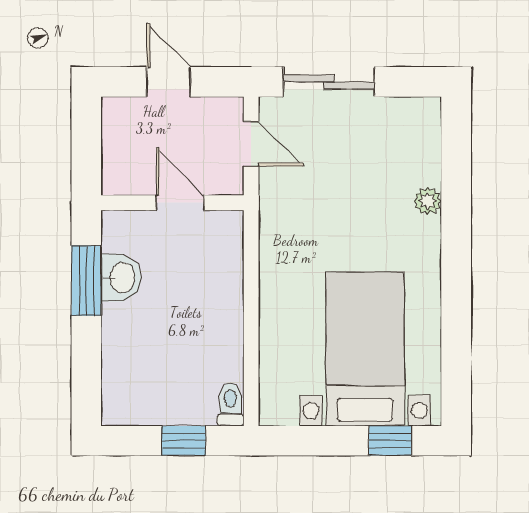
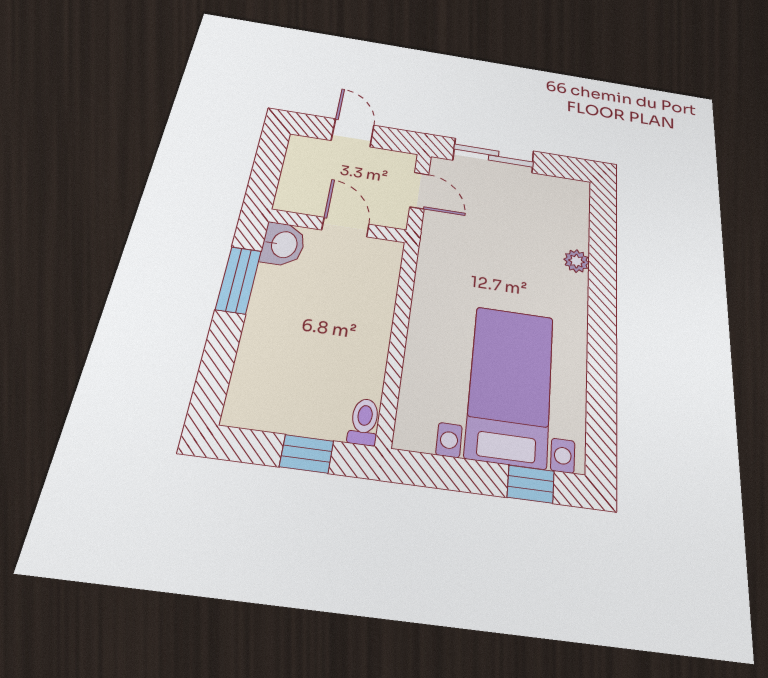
washbasin: (121, 278) -> (283, 244), moved

